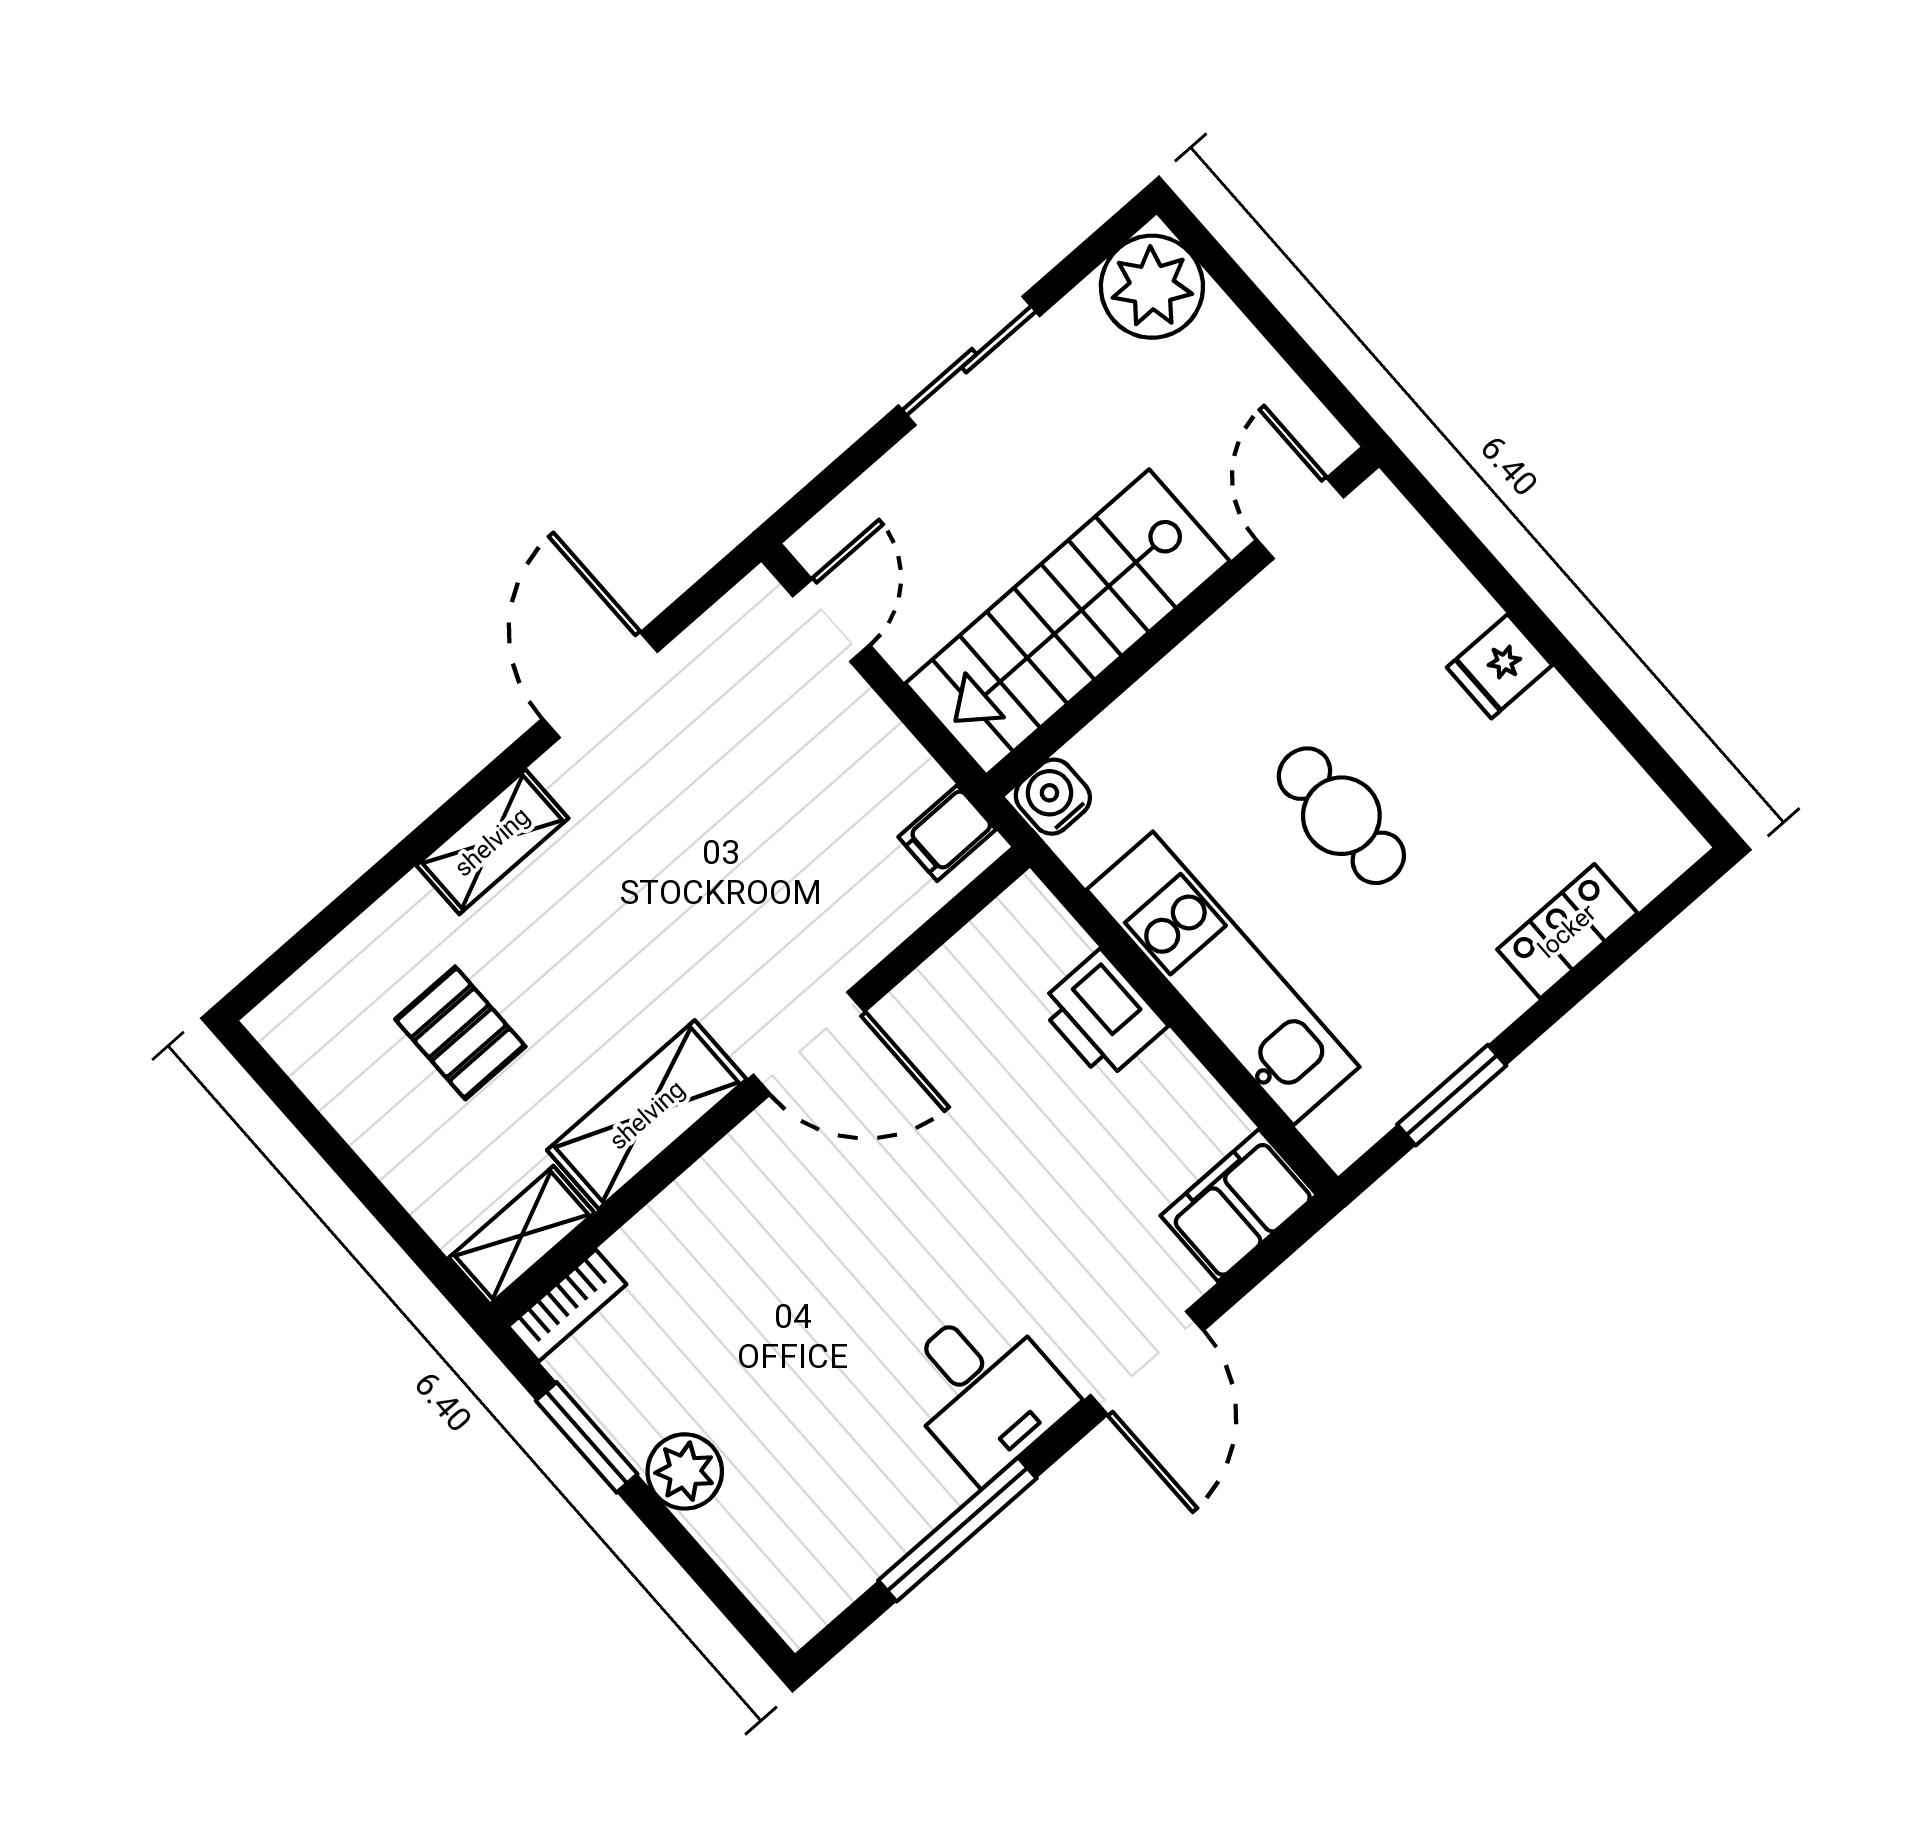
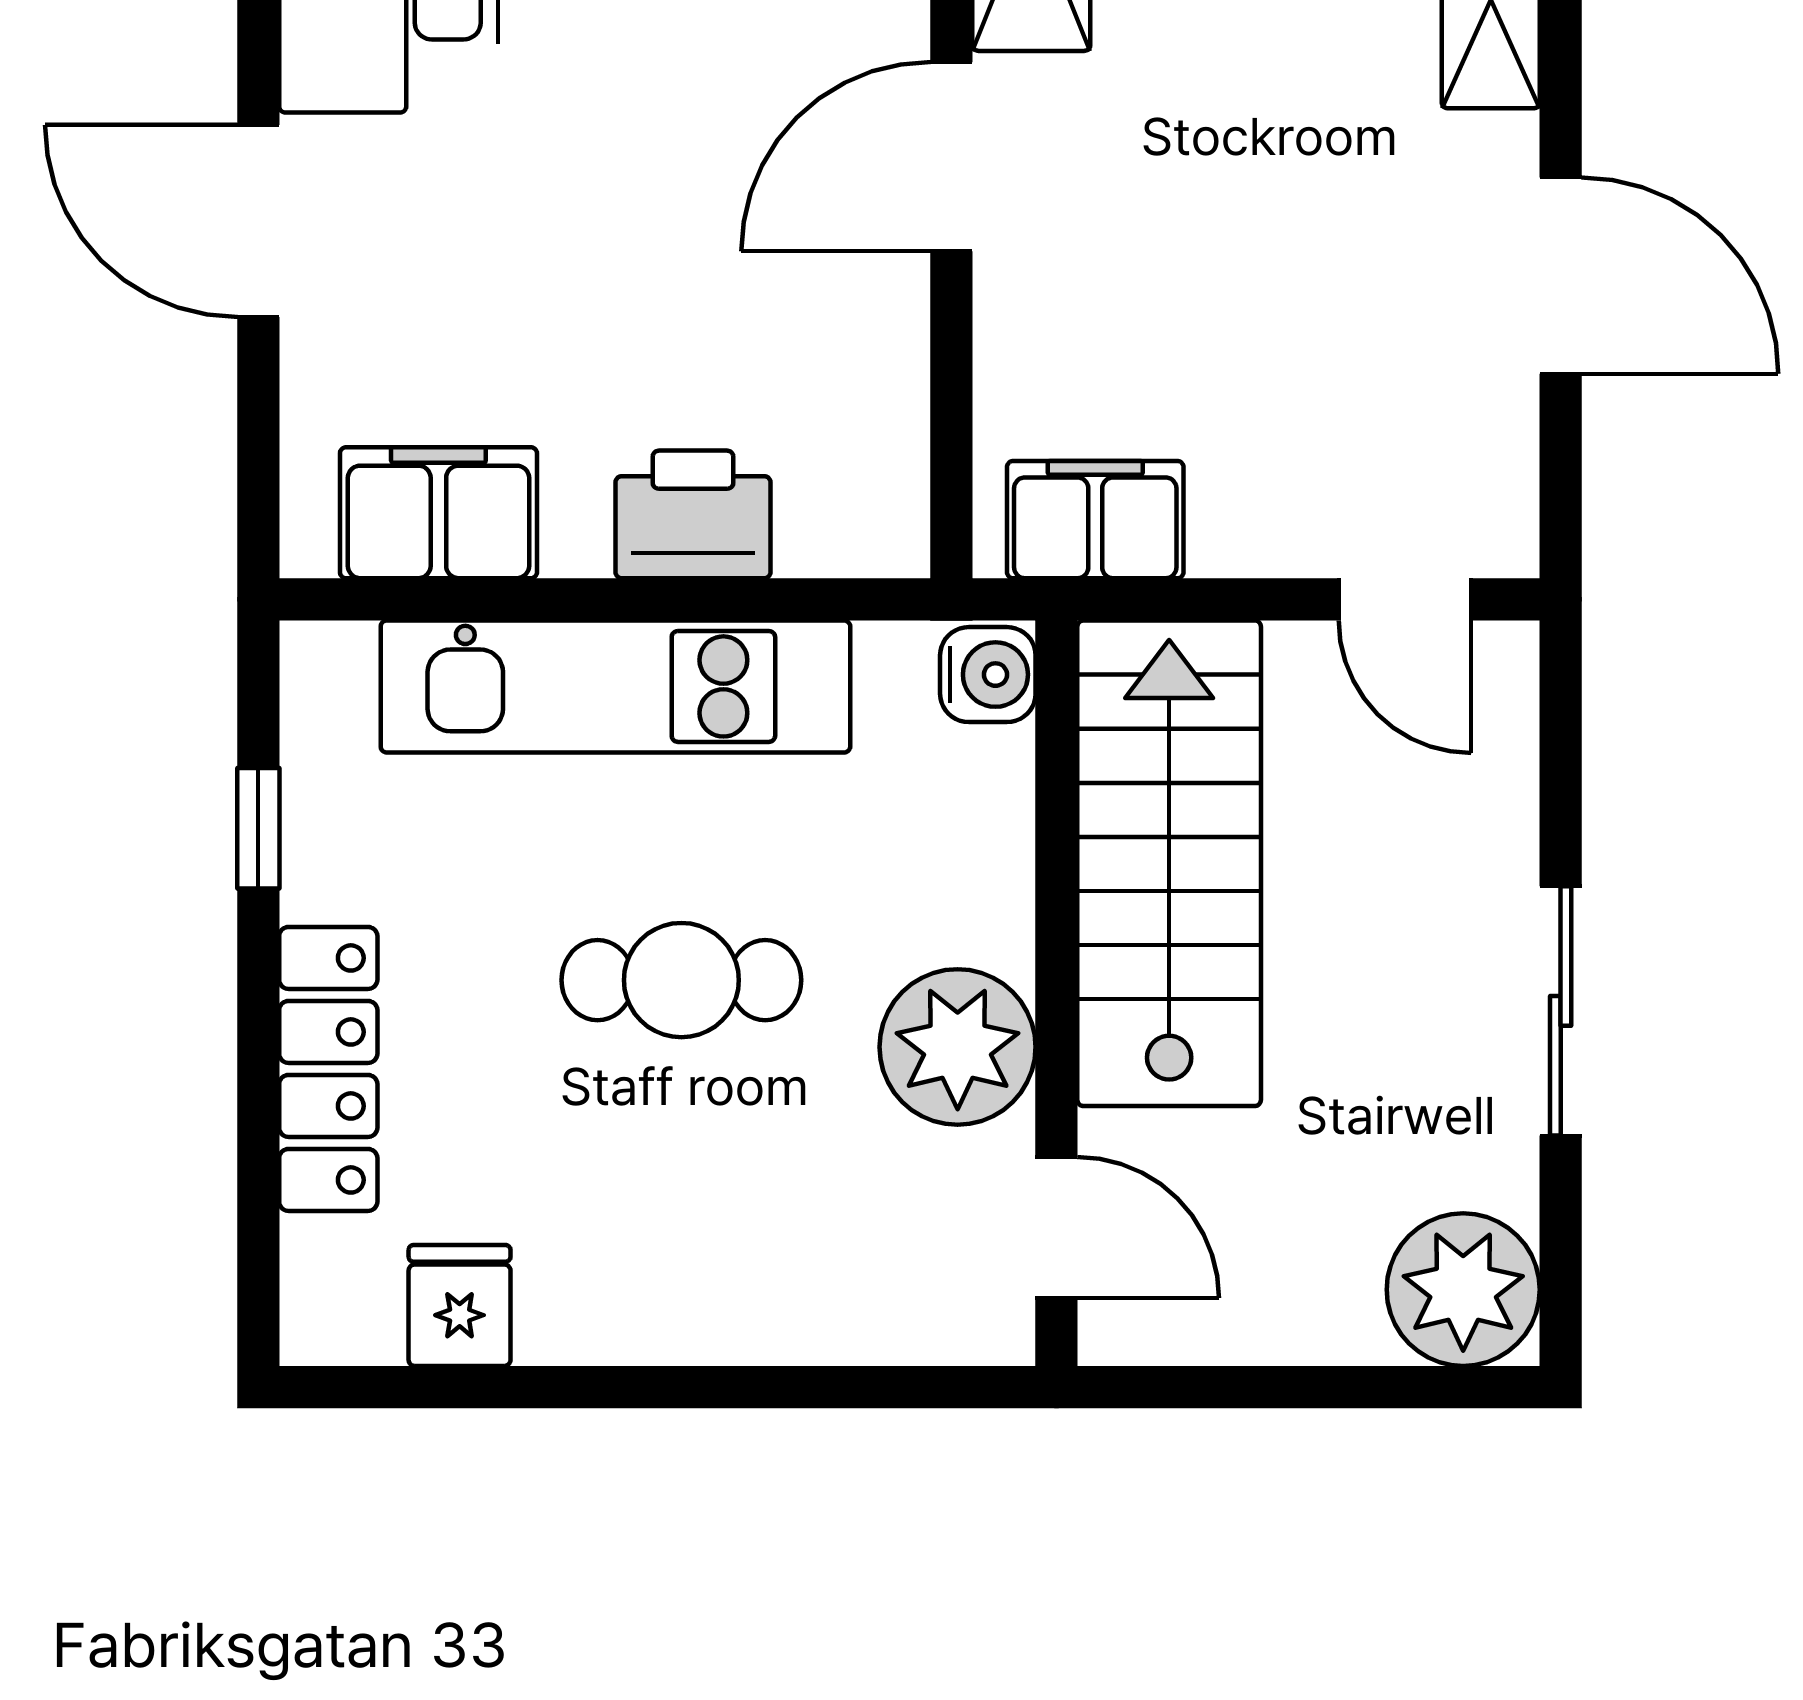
plant: (1253, 648) -> (958, 1047), added
fridge: (1500, 666) -> (460, 1305), moved
filing cabinet: (947, 833) -> (1095, 520), width x2.00
locker: (1567, 931) -> (328, 1069), width x1.53
window: (1452, 1095) -> (258, 828), width x0.67
filing cabinet: (1239, 1205) -> (438, 513), moved, turned -90

